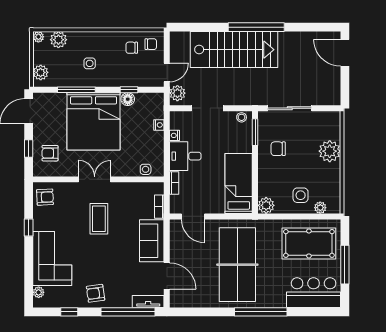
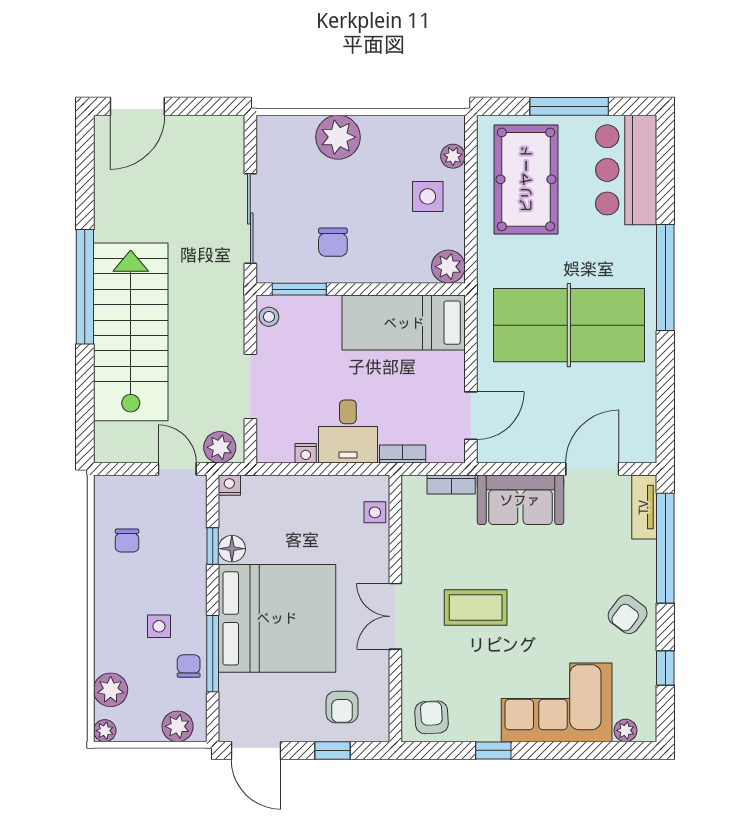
chair: (151, 44) -> (189, 666), moved
nightstand: (159, 125) -> (229, 485), moved
armchair: (96, 293) -> (628, 614), turned 45

